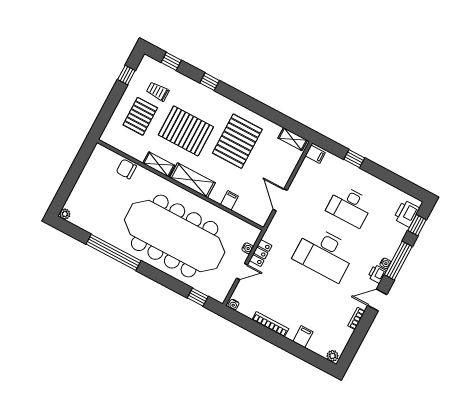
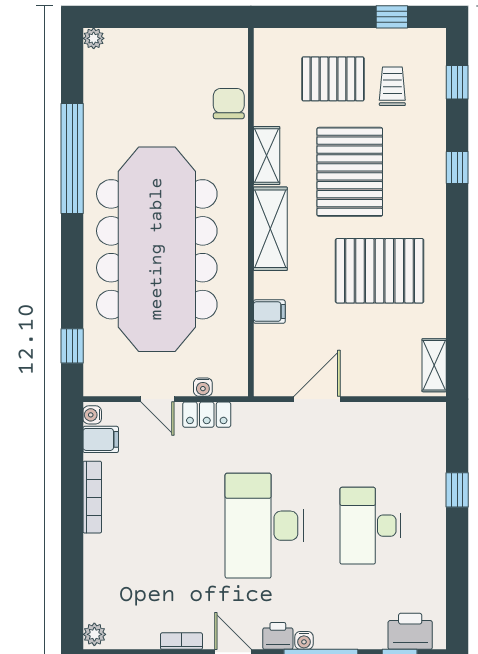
filing cabinet: (315, 154) -> (429, 418), removed
filing cabinet: (303, 337) -> (101, 439), moved

